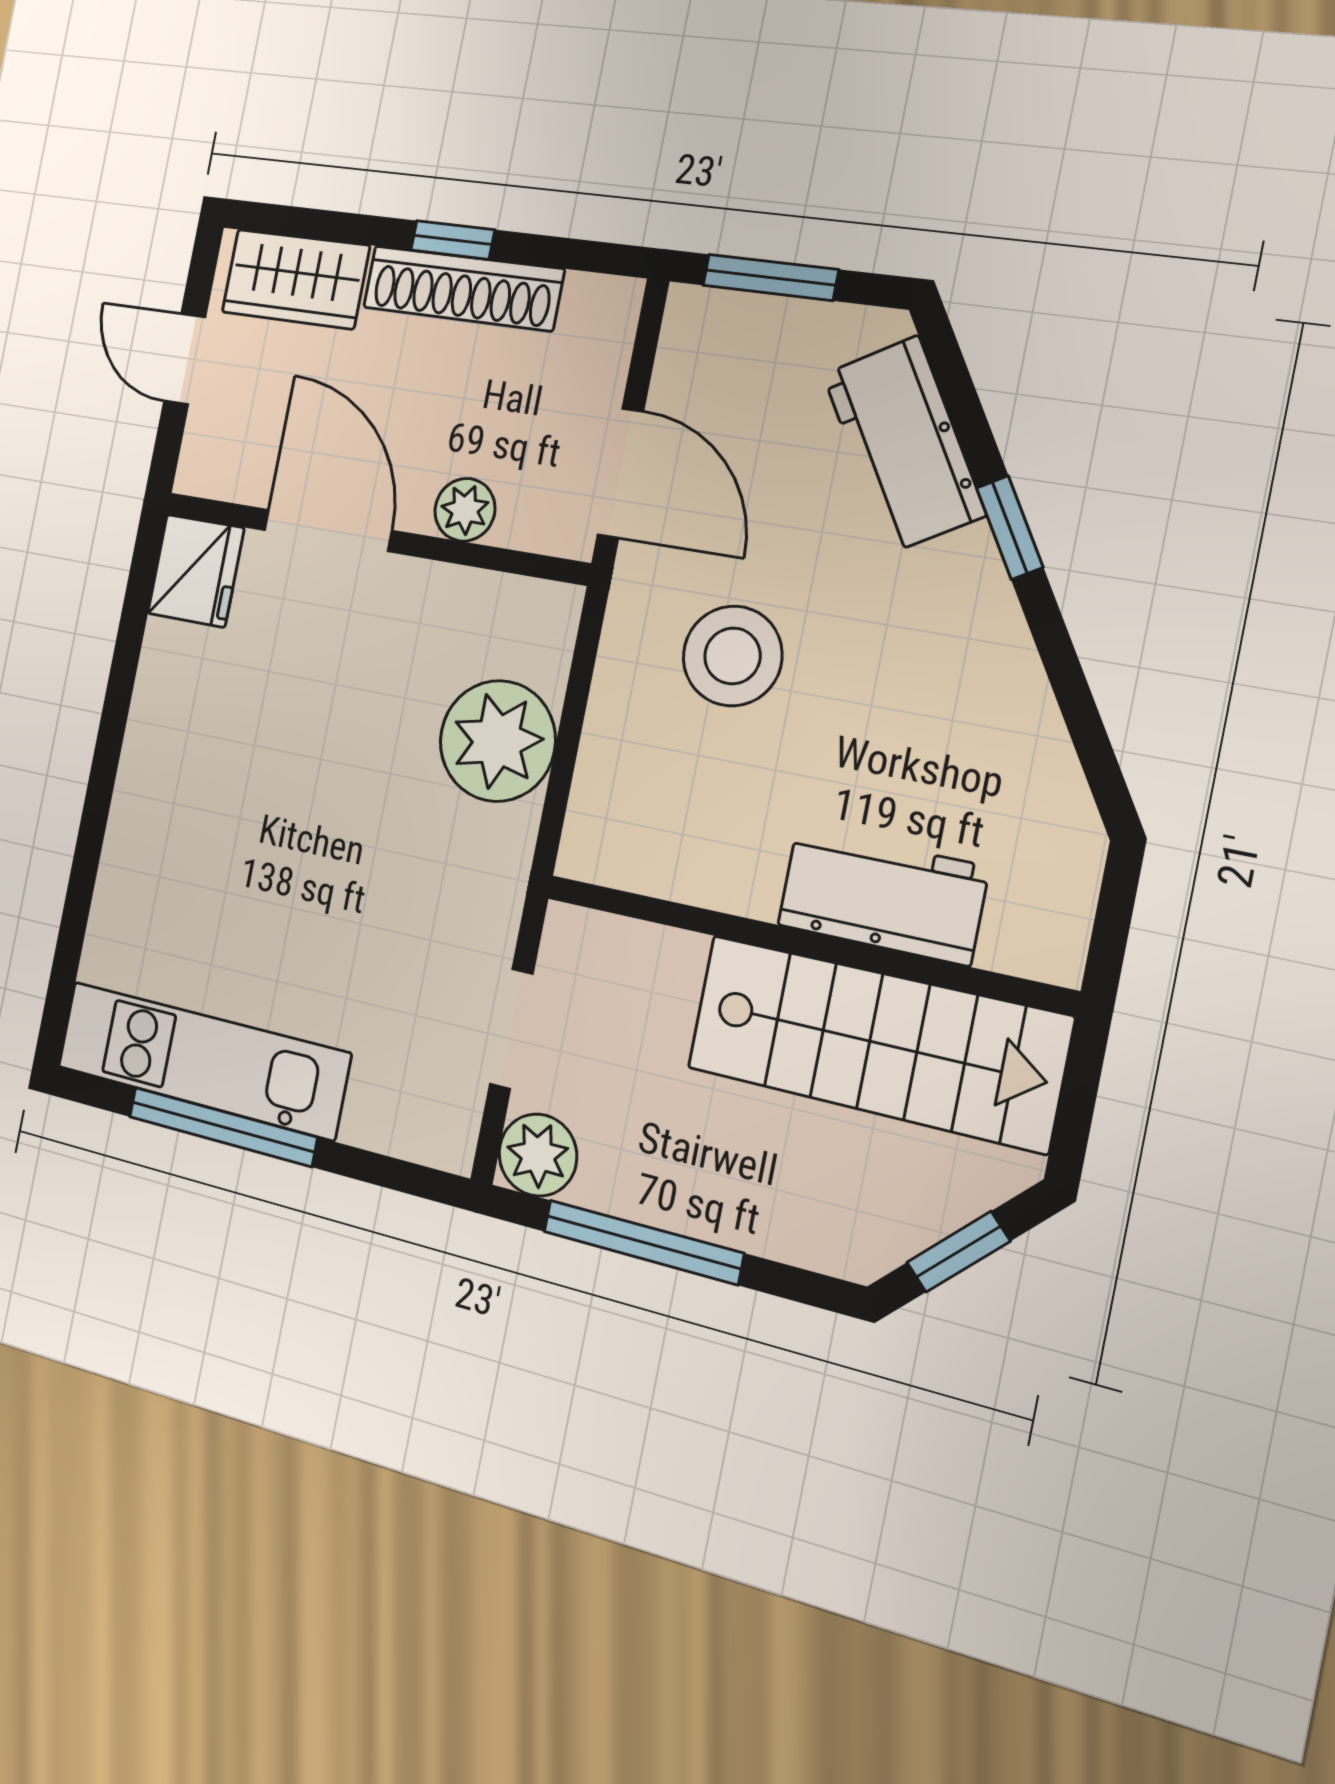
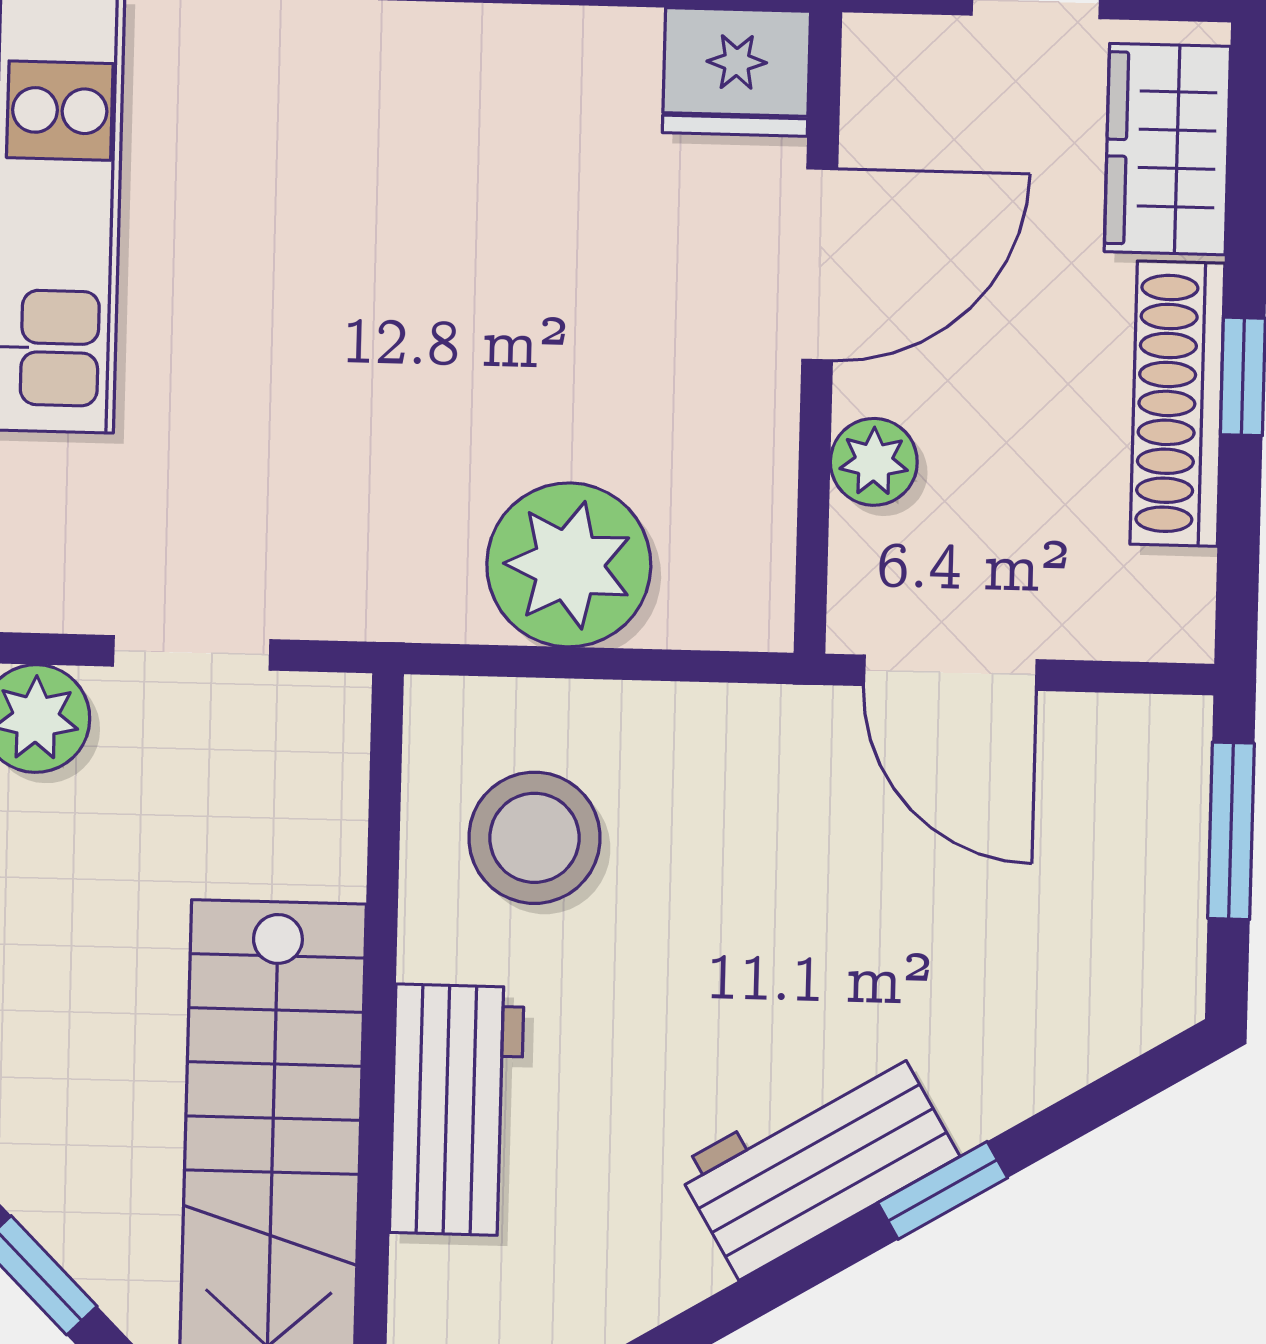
workbench: (904, 444) -> (817, 1161), moved
door: (620, 473) -> (950, 673), hinge flipped
stool: (732, 656) -> (534, 838), moved

